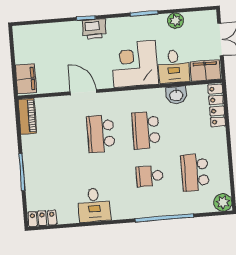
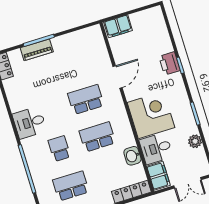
printer: (94, 29) -> (169, 63), moved
piano: (27, 116) -> (37, 50), moved
desk: (94, 205) -> (29, 123), moved

